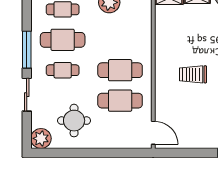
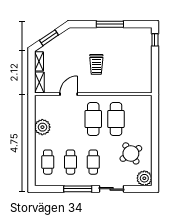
cafe table: (63, 40) -> (70, 162), width x0.73, depth x0.74
round table: (74, 121) -> (131, 153), turned -33
door: (153, 133) -> (69, 94), moved

